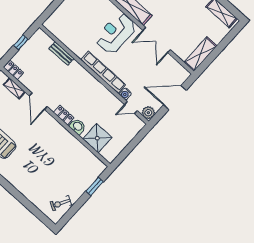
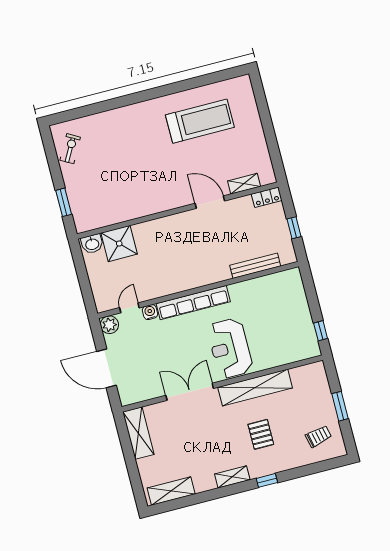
reception desk: (116, 33) -> (230, 348), turned 180
bench: (61, 53) -> (255, 266), width x1.36
door: (175, 98) -> (107, 368), swing flipped
locker: (64, 115) -> (173, 222), removed
washbasin: (78, 127) -> (92, 244), moved

